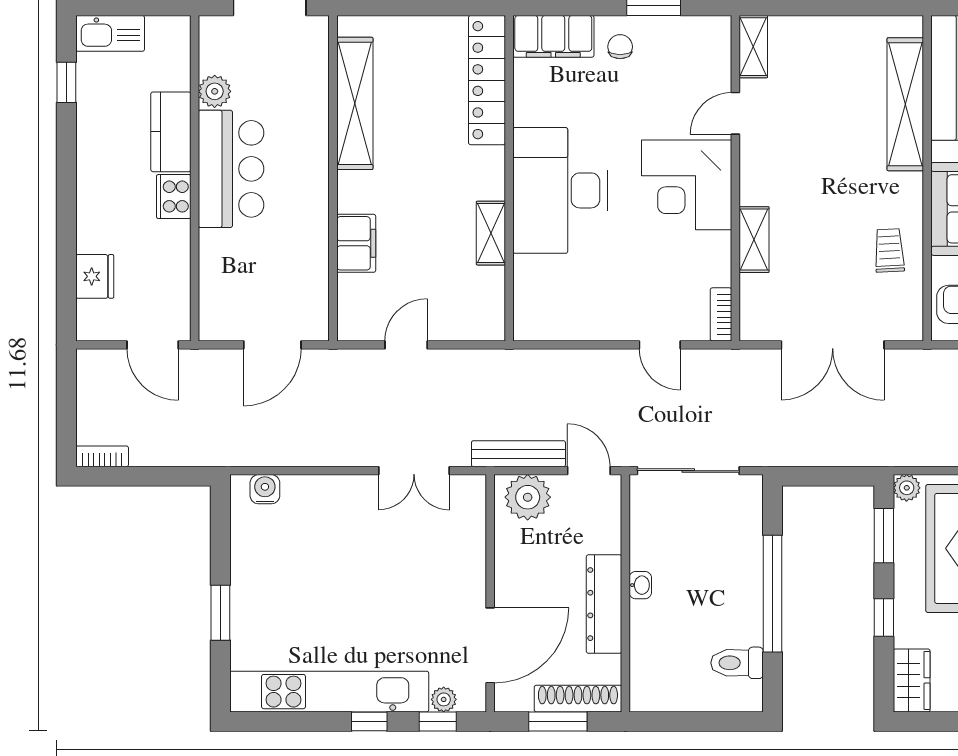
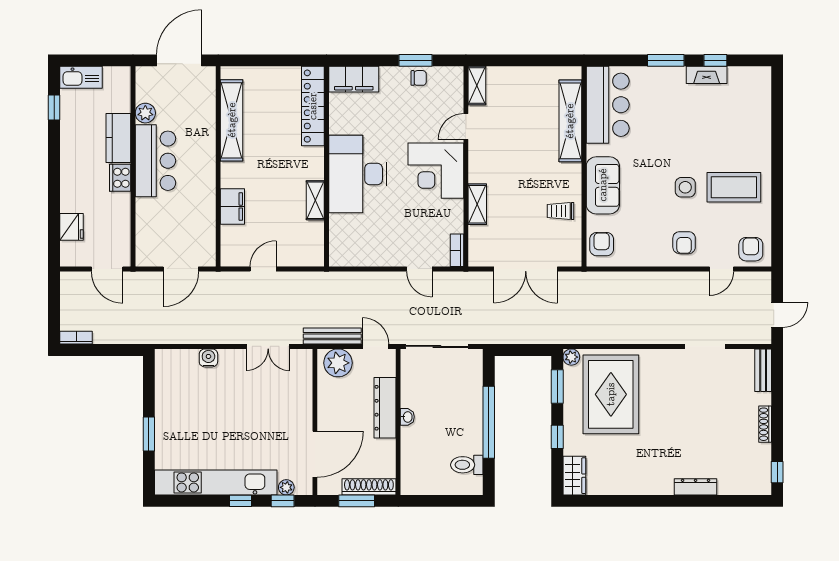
chair: (620, 47) -> (419, 78), moved, turned 90
trolley: (889, 250) -> (561, 211), turned -87
water cooler: (265, 489) -> (208, 358), moved
dresser: (604, 604) -> (385, 408), moved

